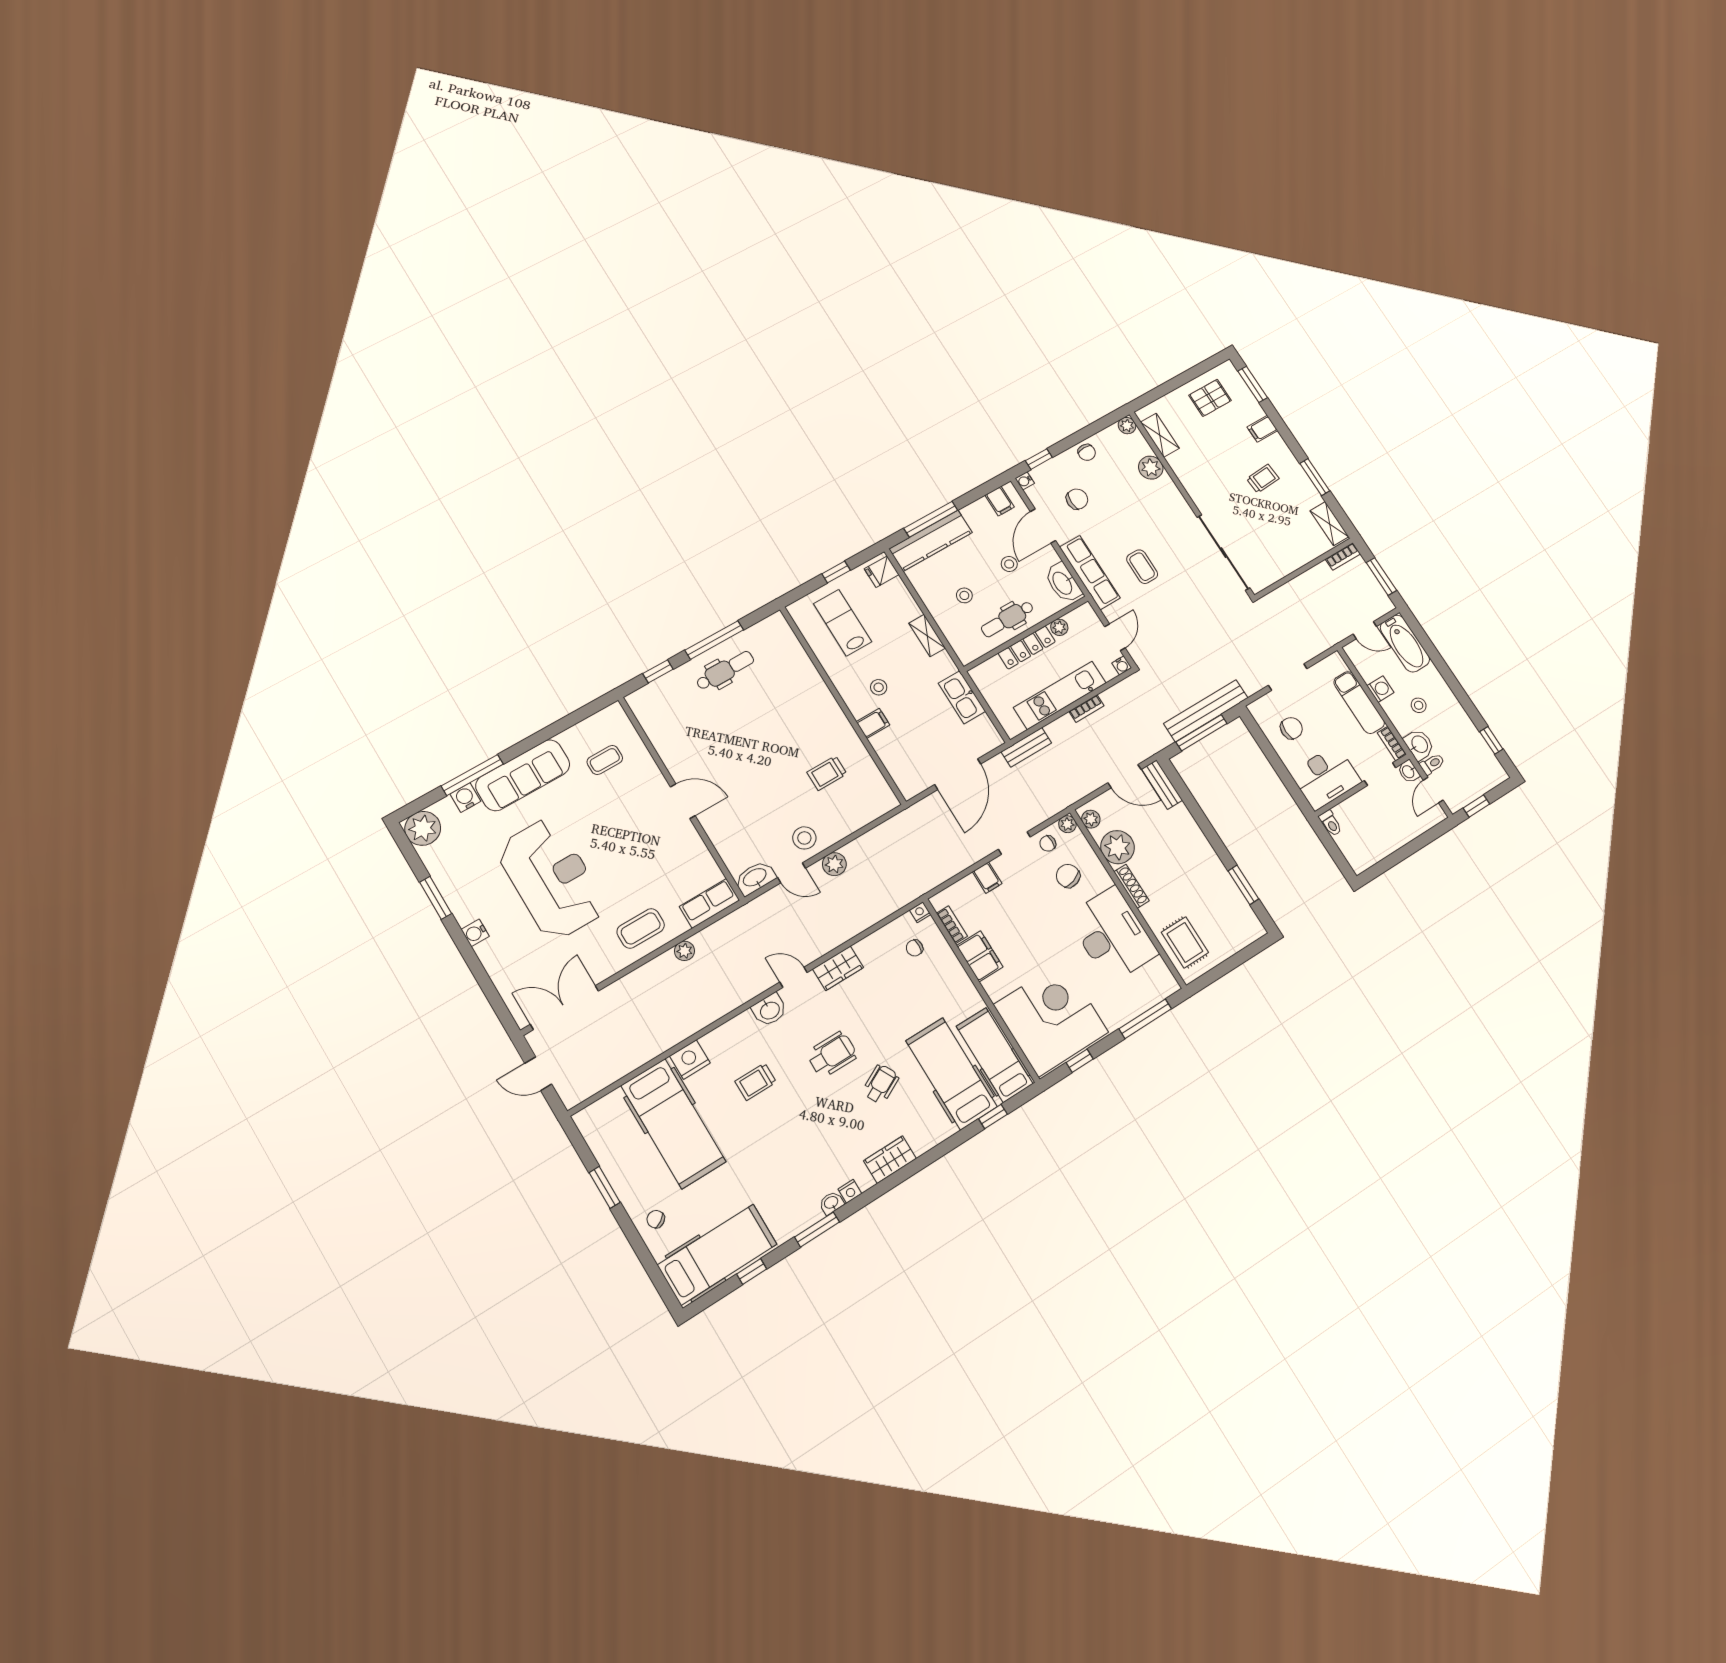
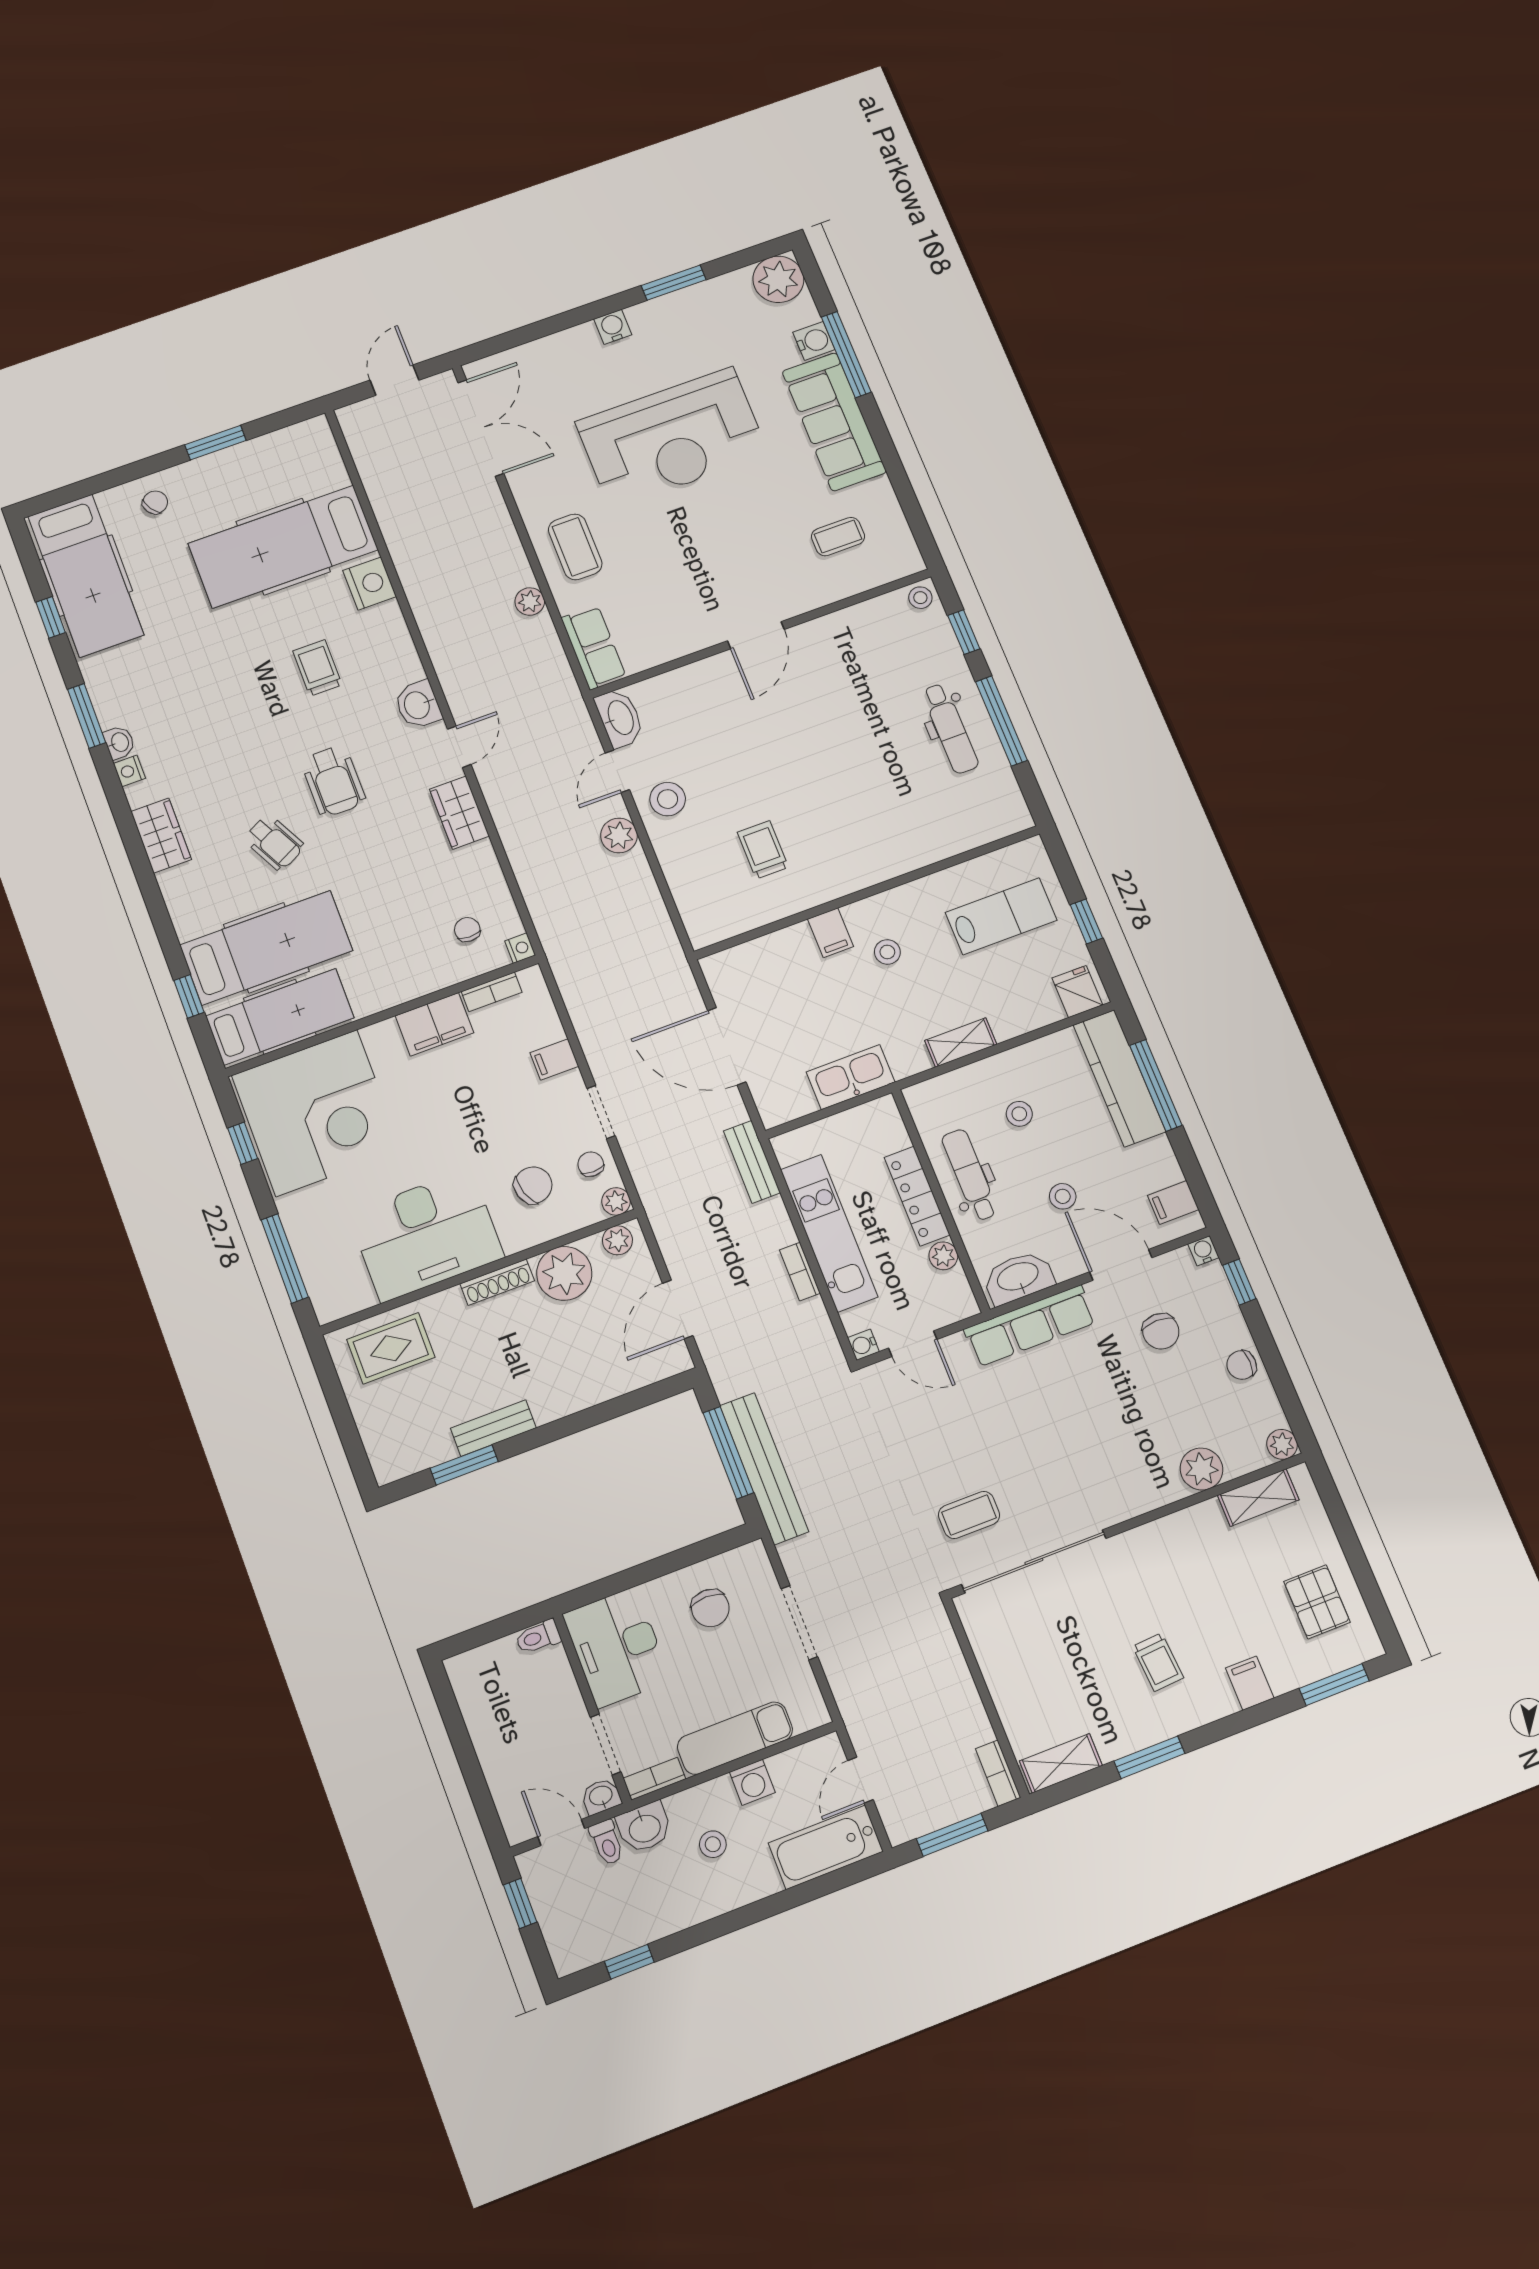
coffee table: (1142, 567) -> (969, 1515), moved
stool: (639, 702) -> (920, 598), added
coffee table: (605, 760) -> (838, 537), turned 90
bench: (1162, 785) -> (493, 1428), moved

